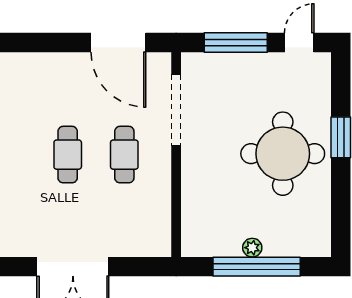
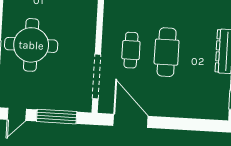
cafe table: (68, 155) -> (167, 52), width x1.37, depth x1.35

